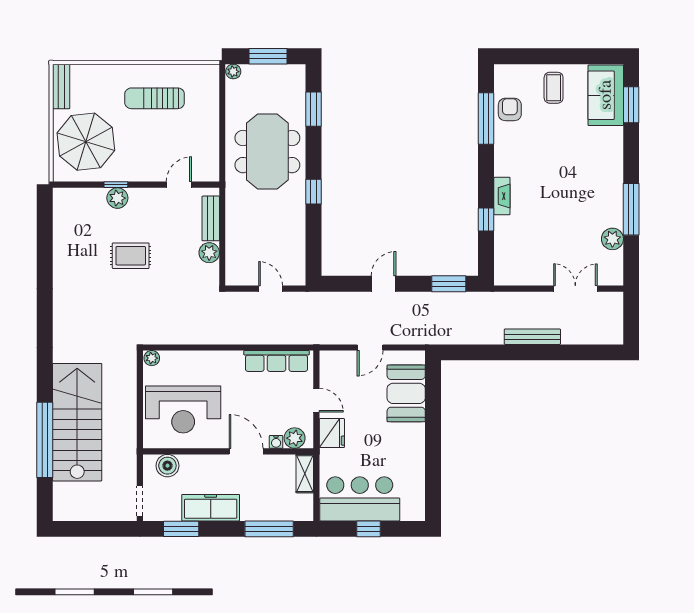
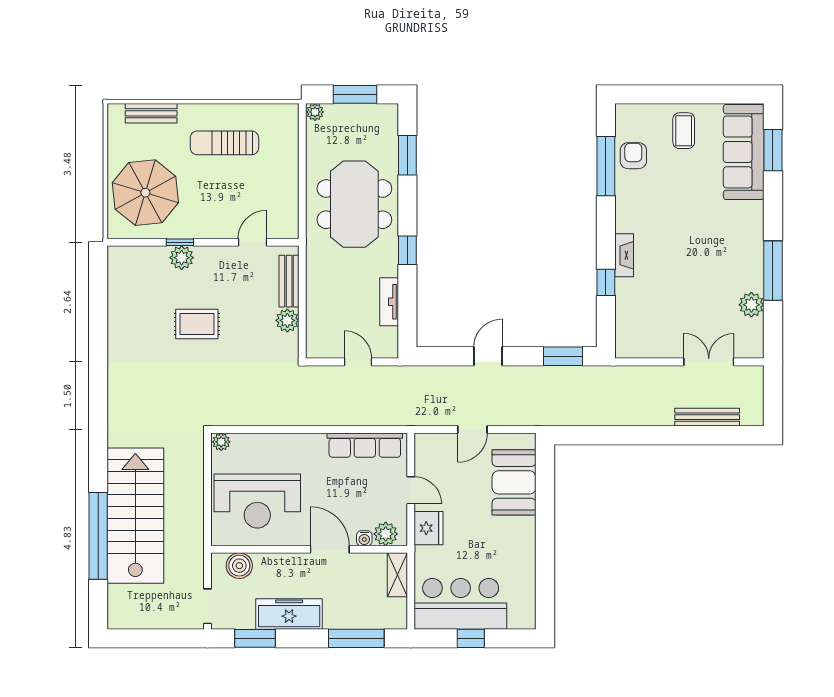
bench: (61, 86) -> (151, 113), moved, turned 90
sofa: (606, 95) -> (744, 152), width x1.36
tv unit: (298, 236) -> (389, 302), added
bench: (532, 337) -> (707, 417), moved

